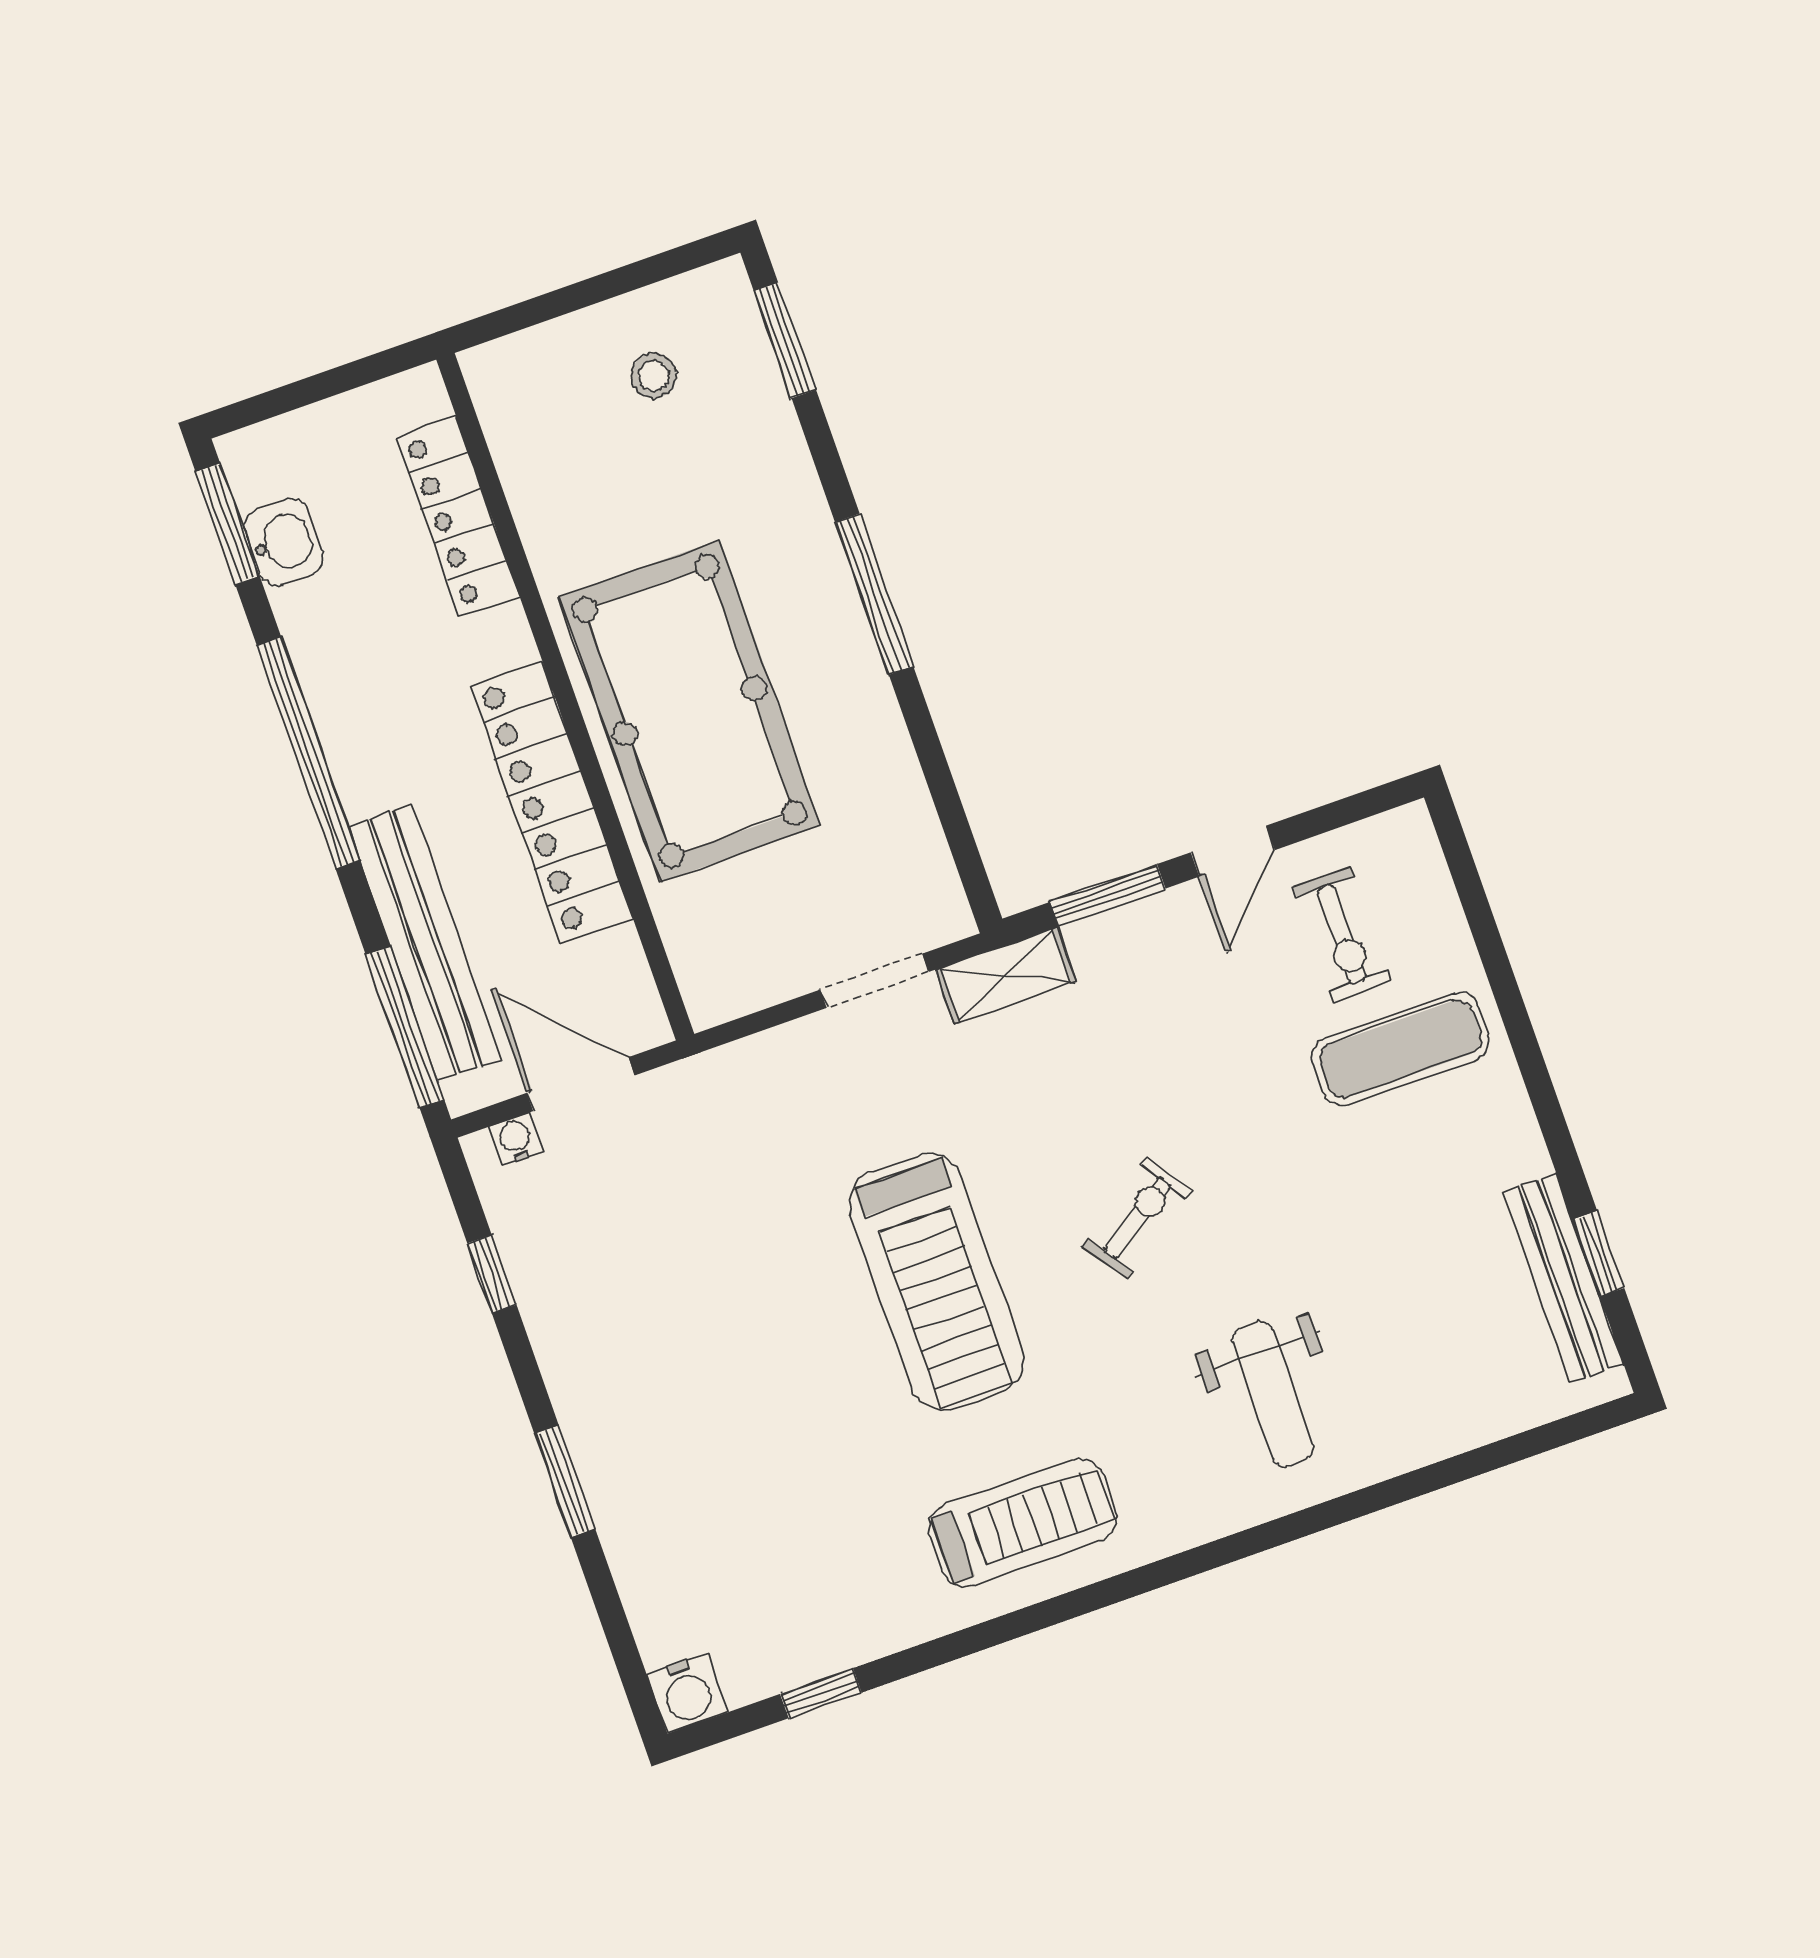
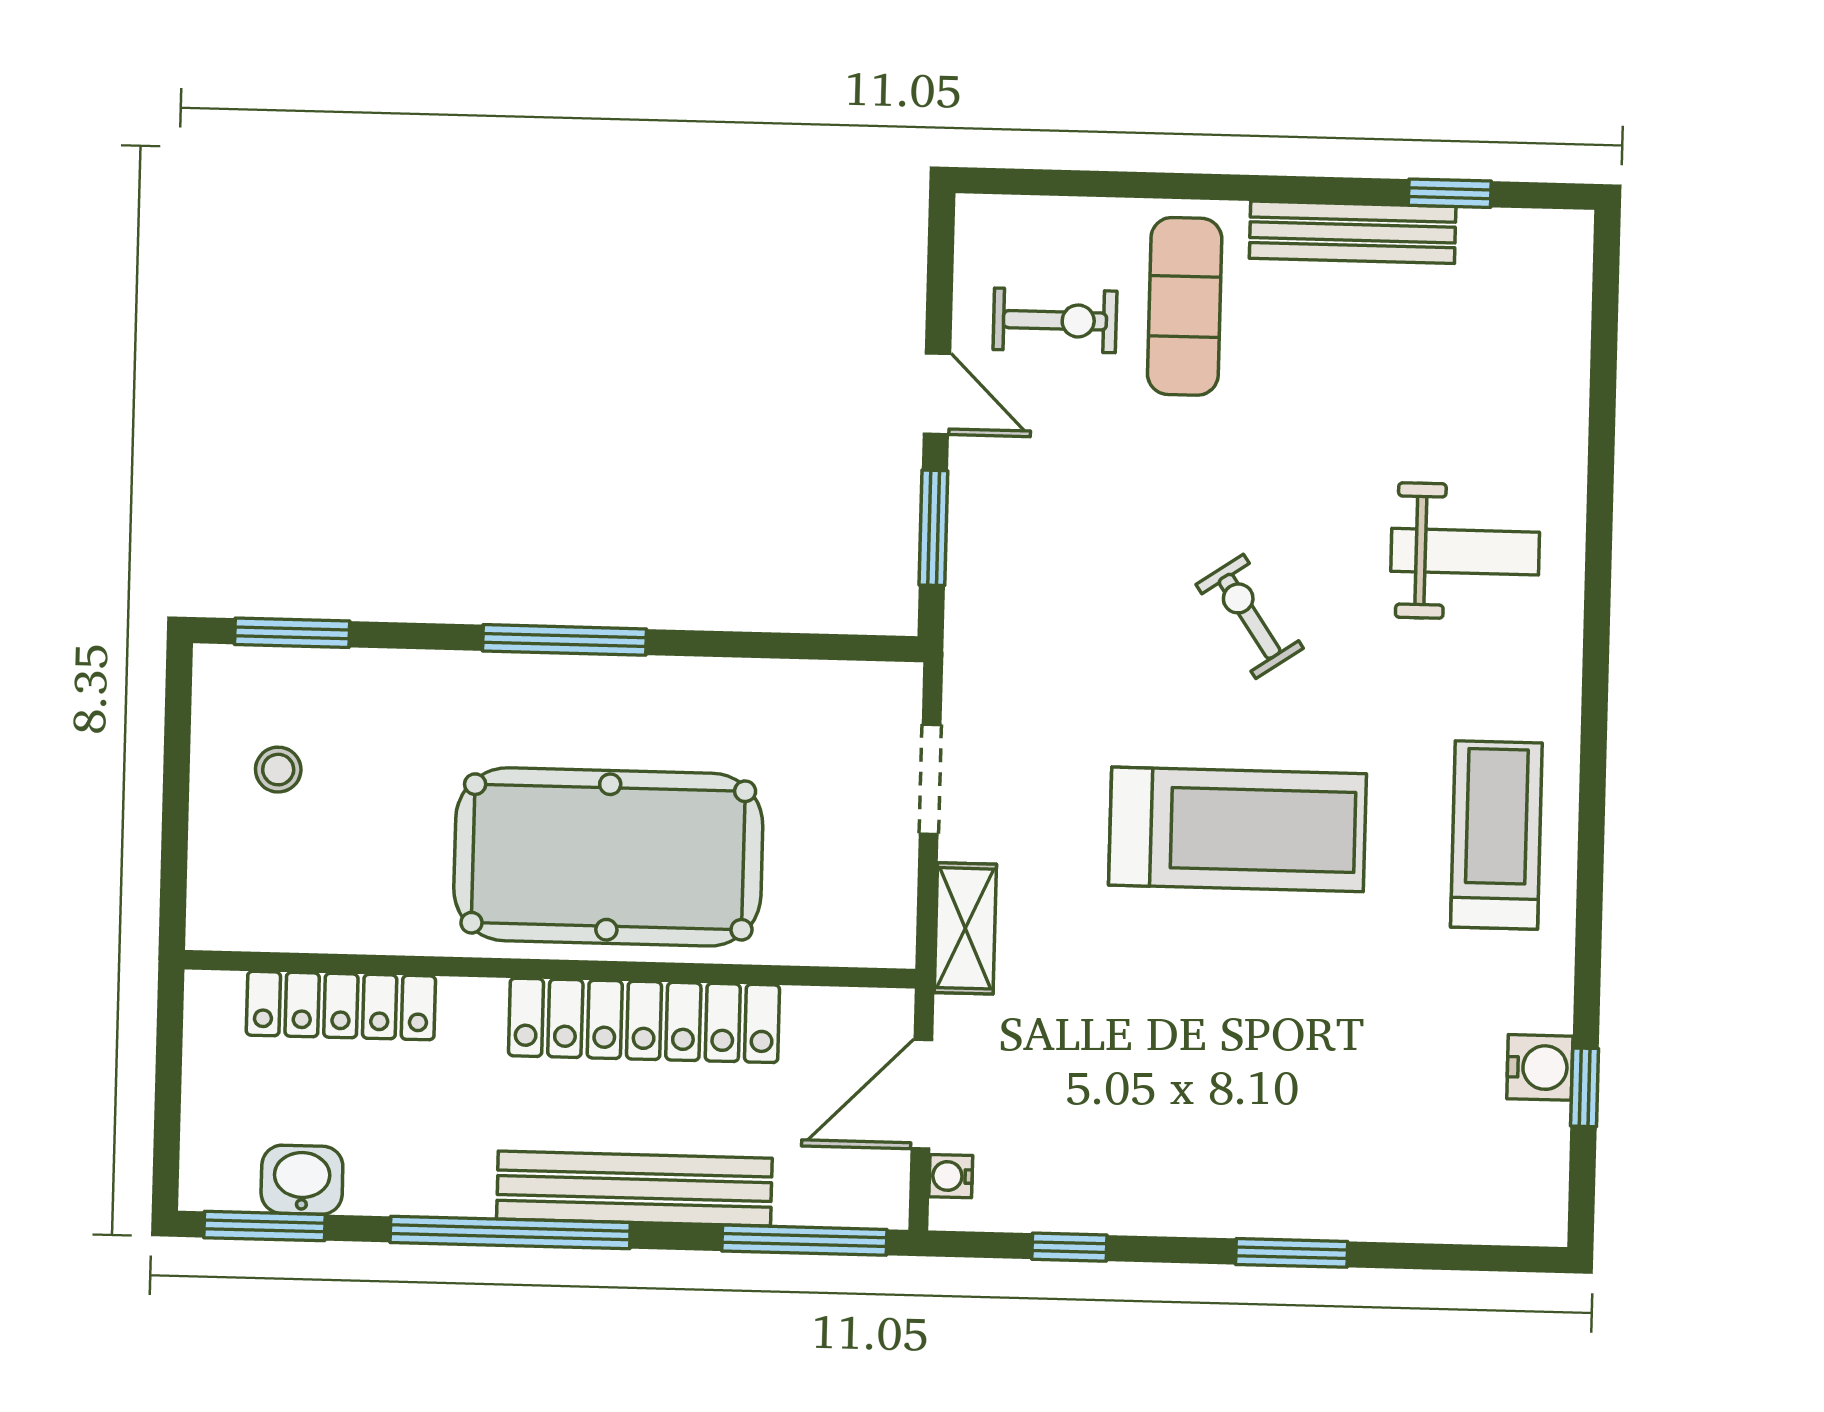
bench: (425, 943) -> (634, 1189), moved
shelving: (1006, 975) -> (965, 928), moved
bench: (1563, 1278) -> (1353, 232), moved
water cooler: (687, 1693) -> (1540, 1067), moved

